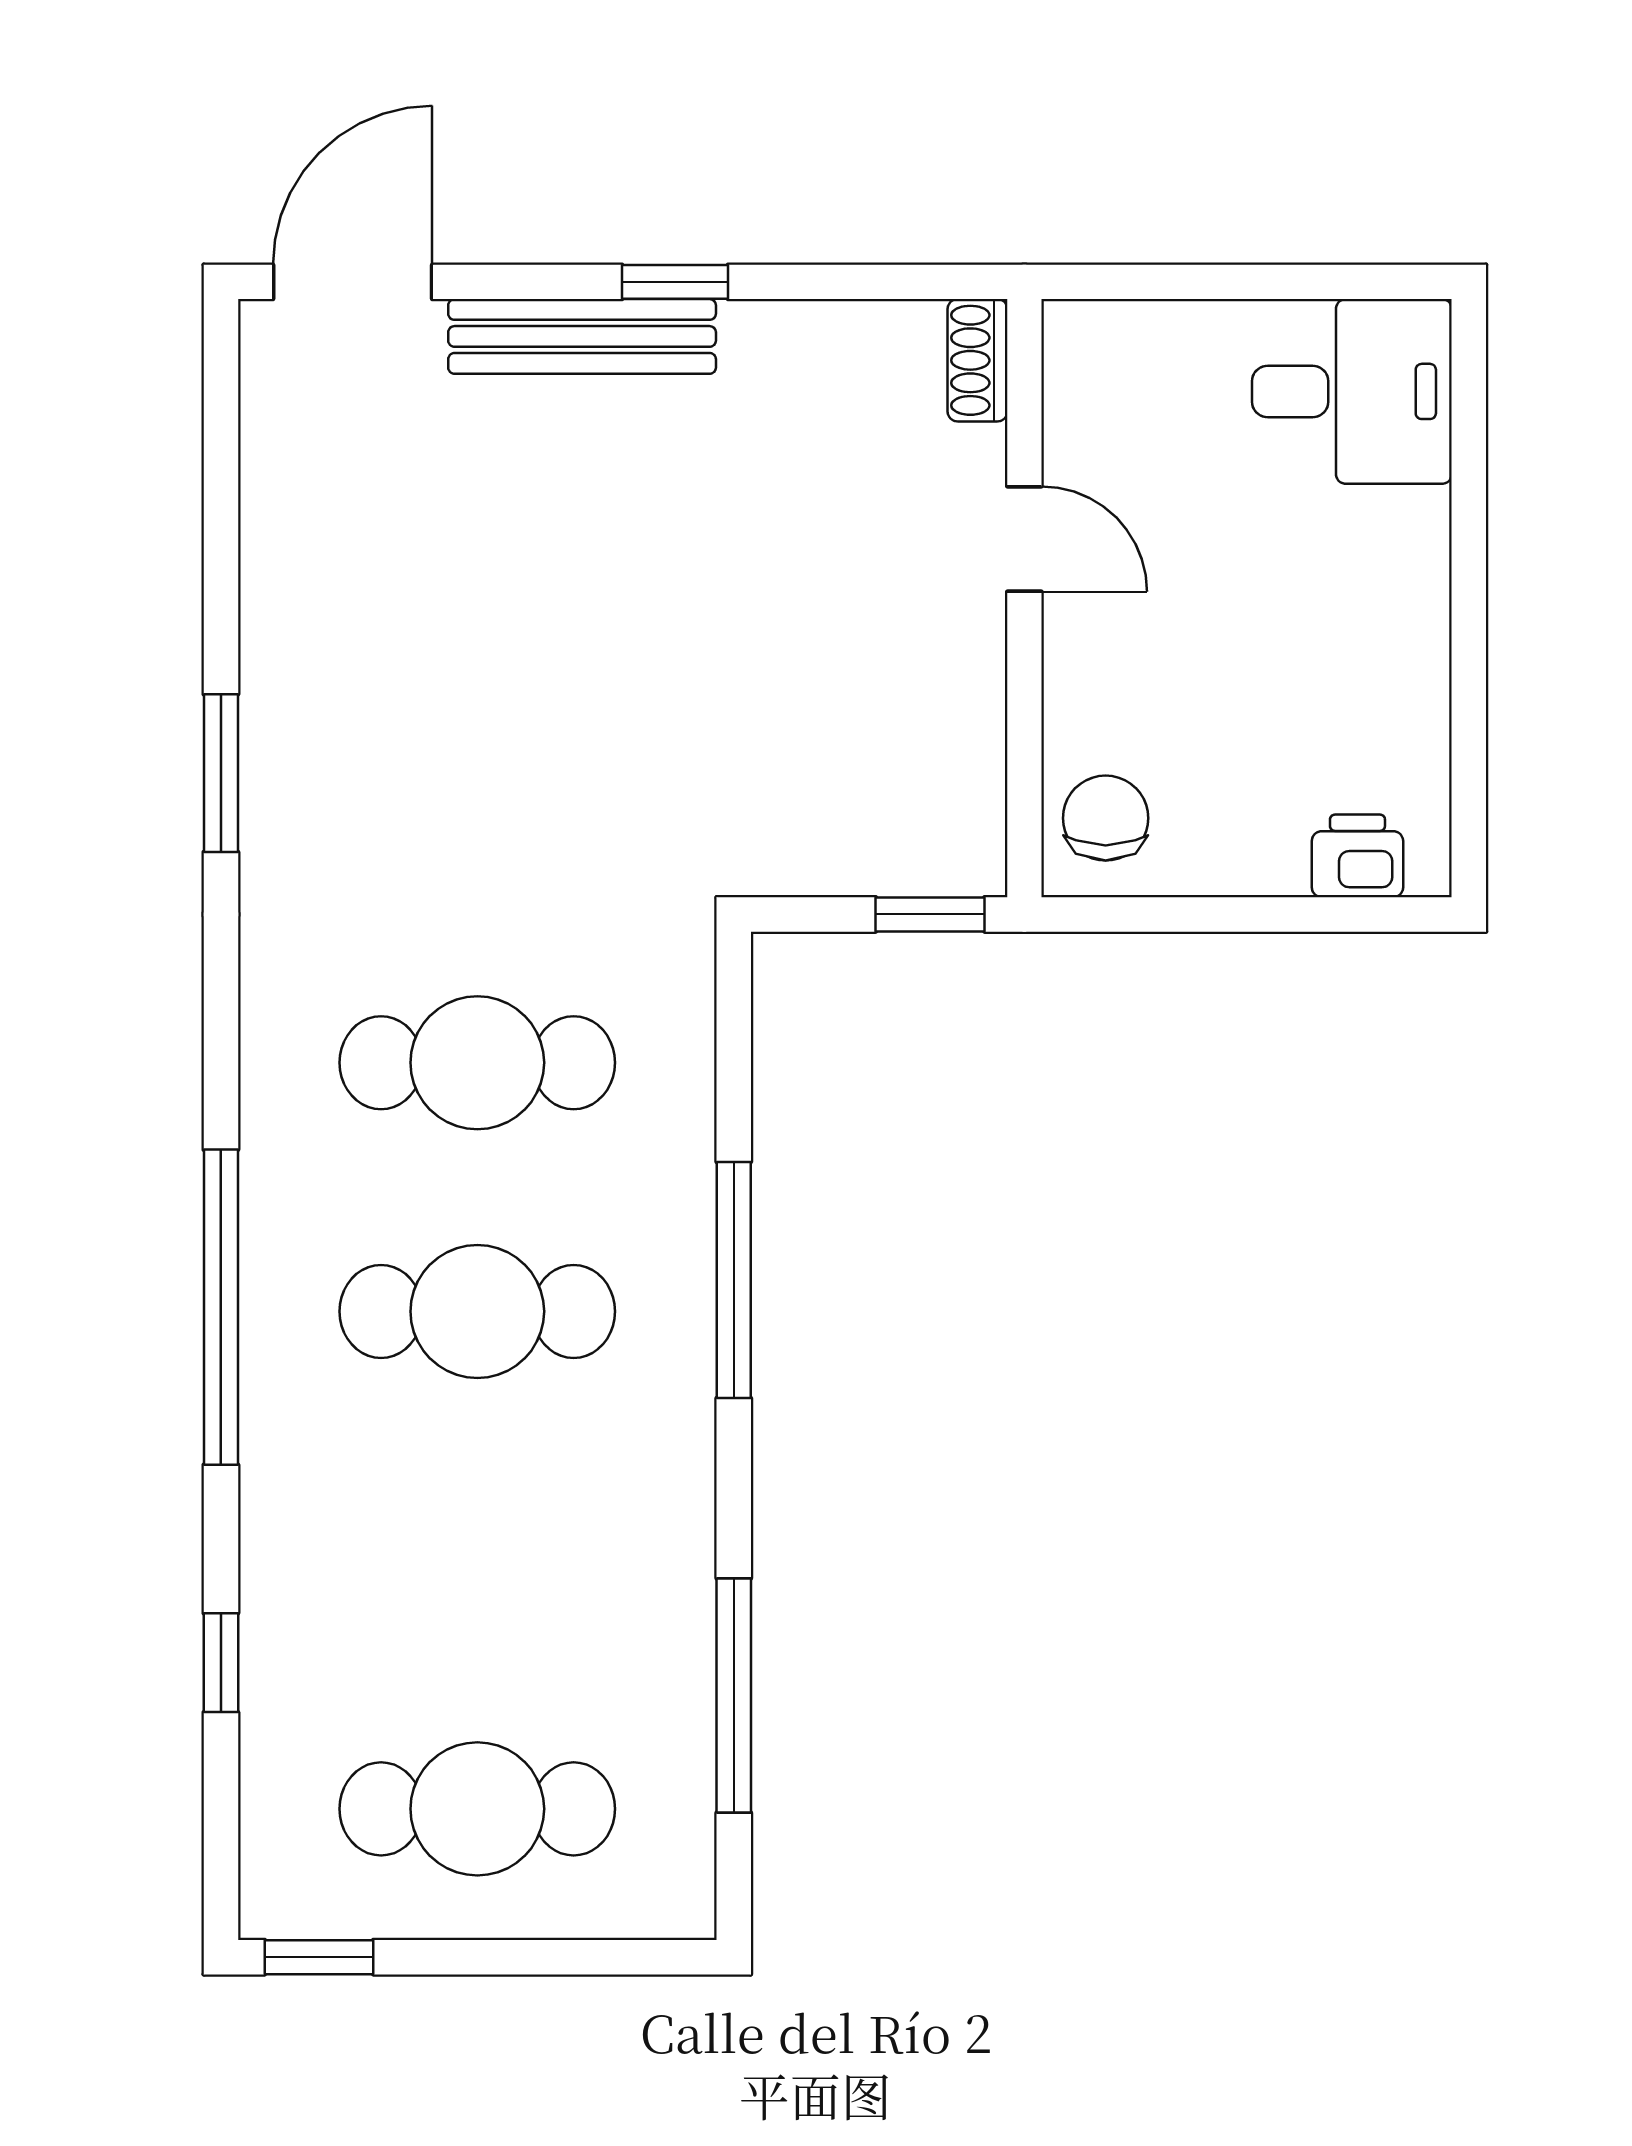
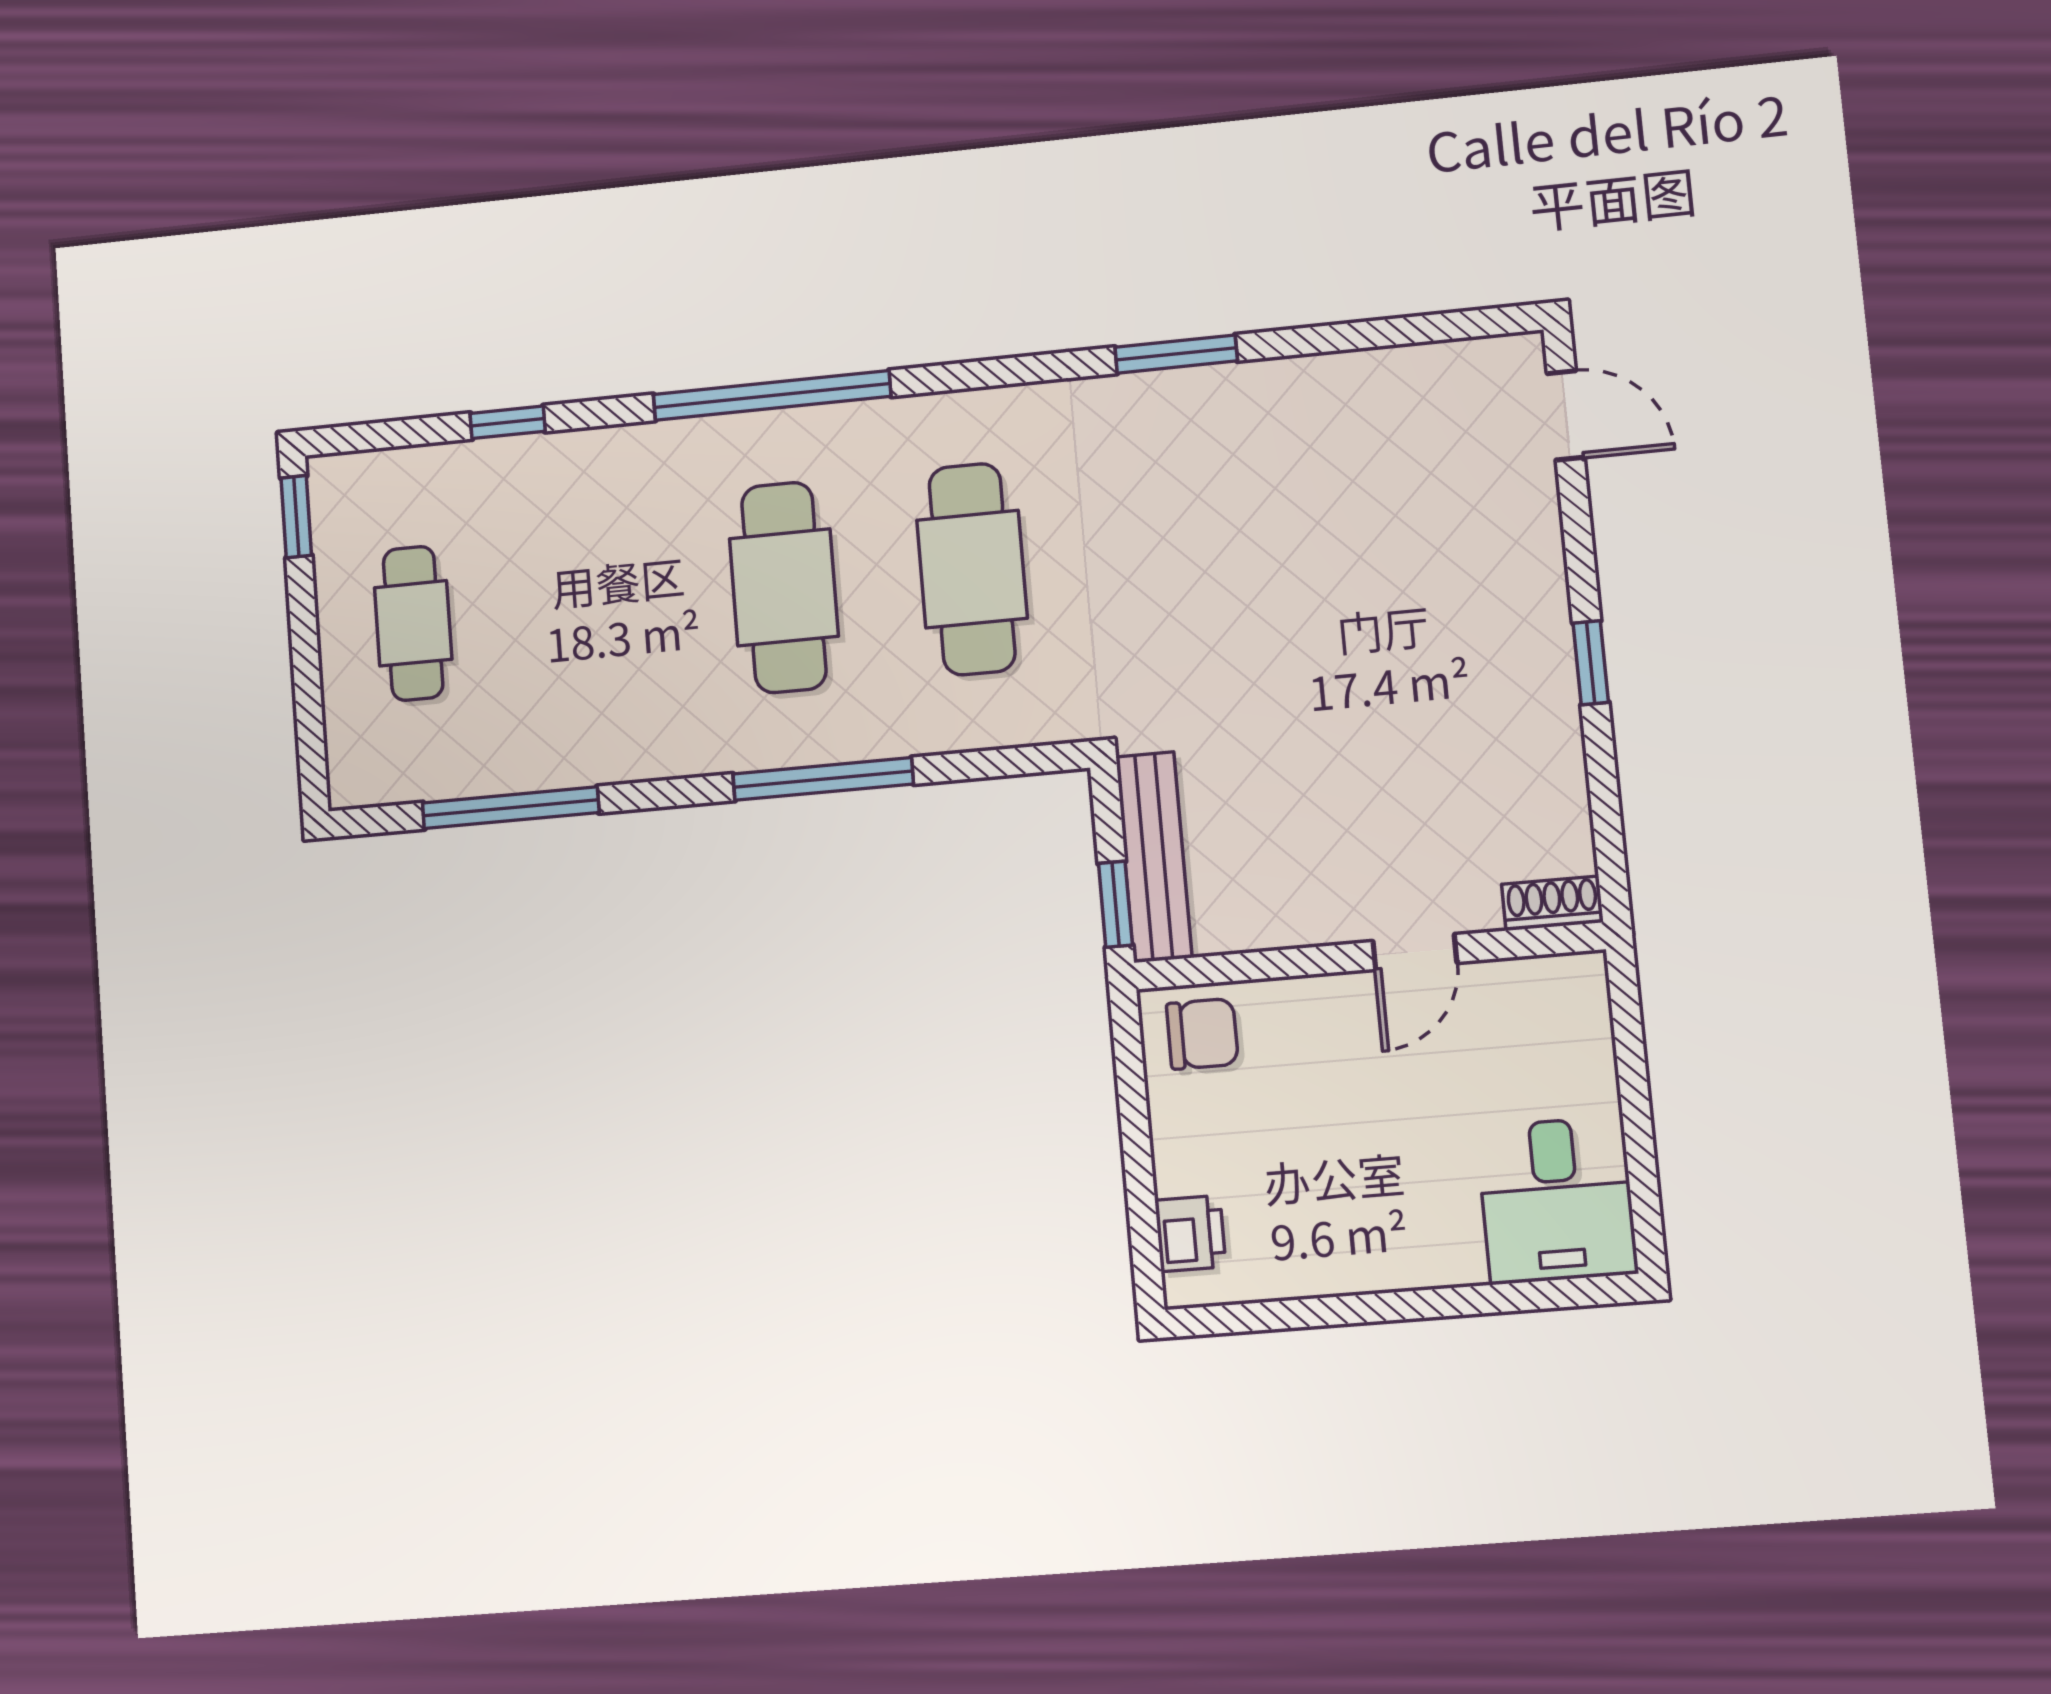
door: (353, 282) -> (1566, 415), width x0.73
bench: (582, 336) -> (1154, 857), moved
cafe table: (477, 1809) -> (413, 623), width x0.73, depth x0.74

